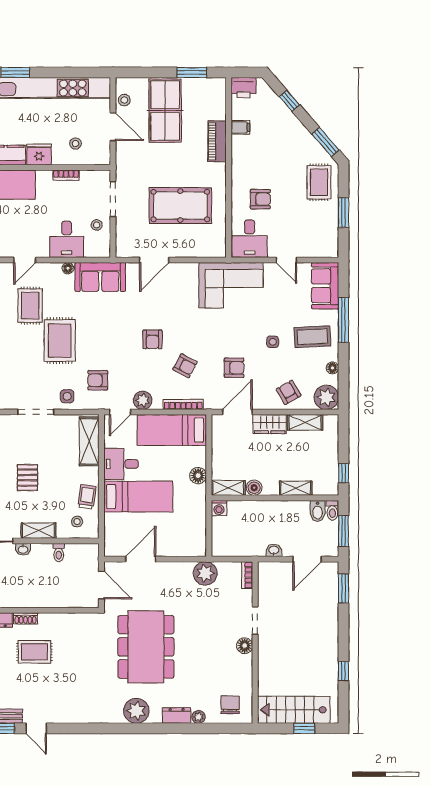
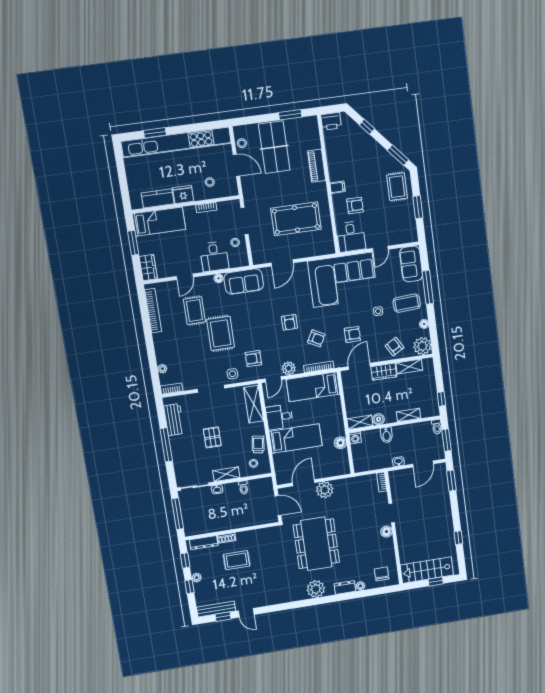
filing cabinet: (240, 127) -> (337, 187), moved
door: (286, 260) -> (380, 249), hinge flipped
corner sofa: (231, 285) -> (343, 280), width x1.36, depth x1.36
floor lamp: (198, 476) -> (340, 443), moved
bidet: (318, 511) -> (387, 435), moved
plant: (205, 573) -> (325, 490), moved

